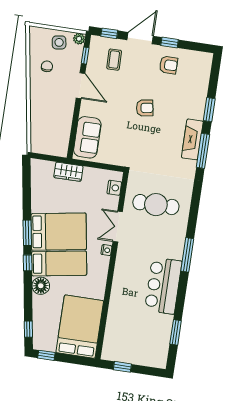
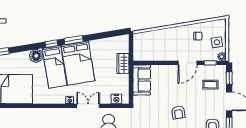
sofa: (87, 137) -> (142, 80), moved, turned -90

